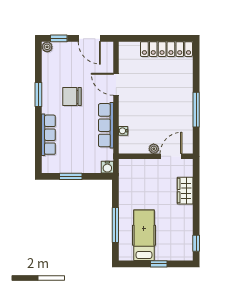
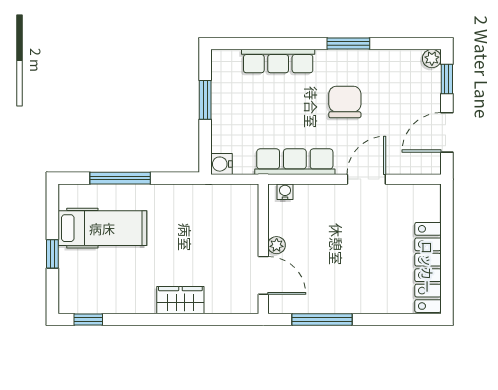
plant: (154, 149) -> (277, 245), moved
wall: (156, 156) -> (263, 249), moved
door: (171, 156) -> (263, 275), moved

